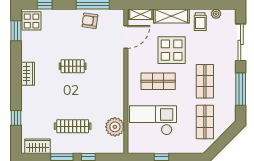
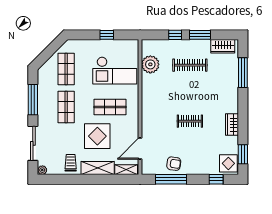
plant: (216, 14) -> (42, 170), moved
wardrobe: (28, 74) -> (232, 125), moved
window: (16, 118) -> (243, 73), width x2.17

